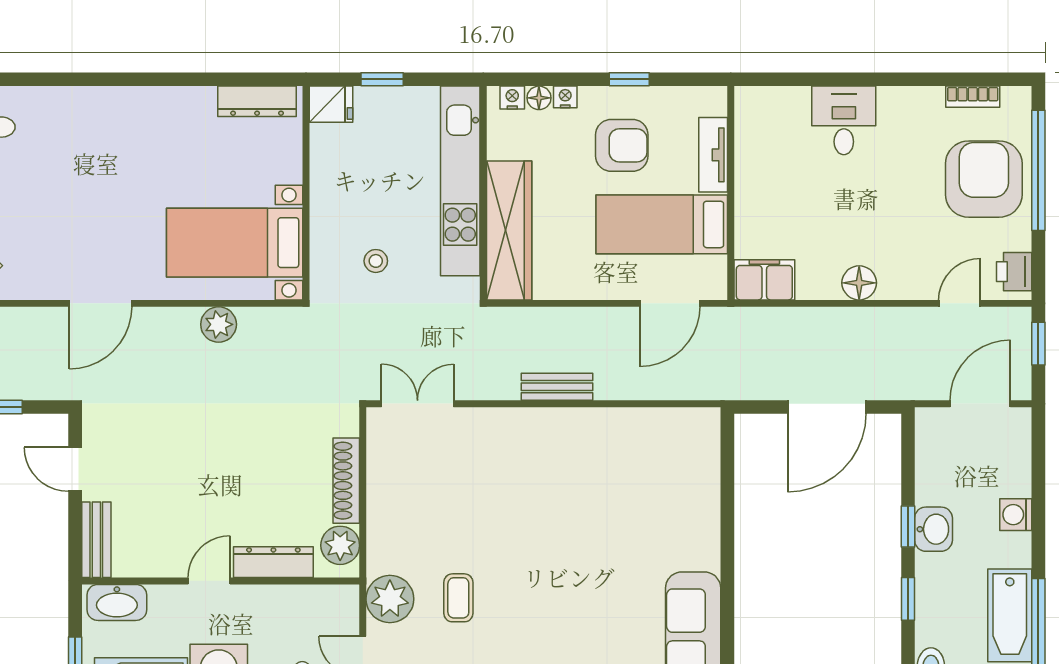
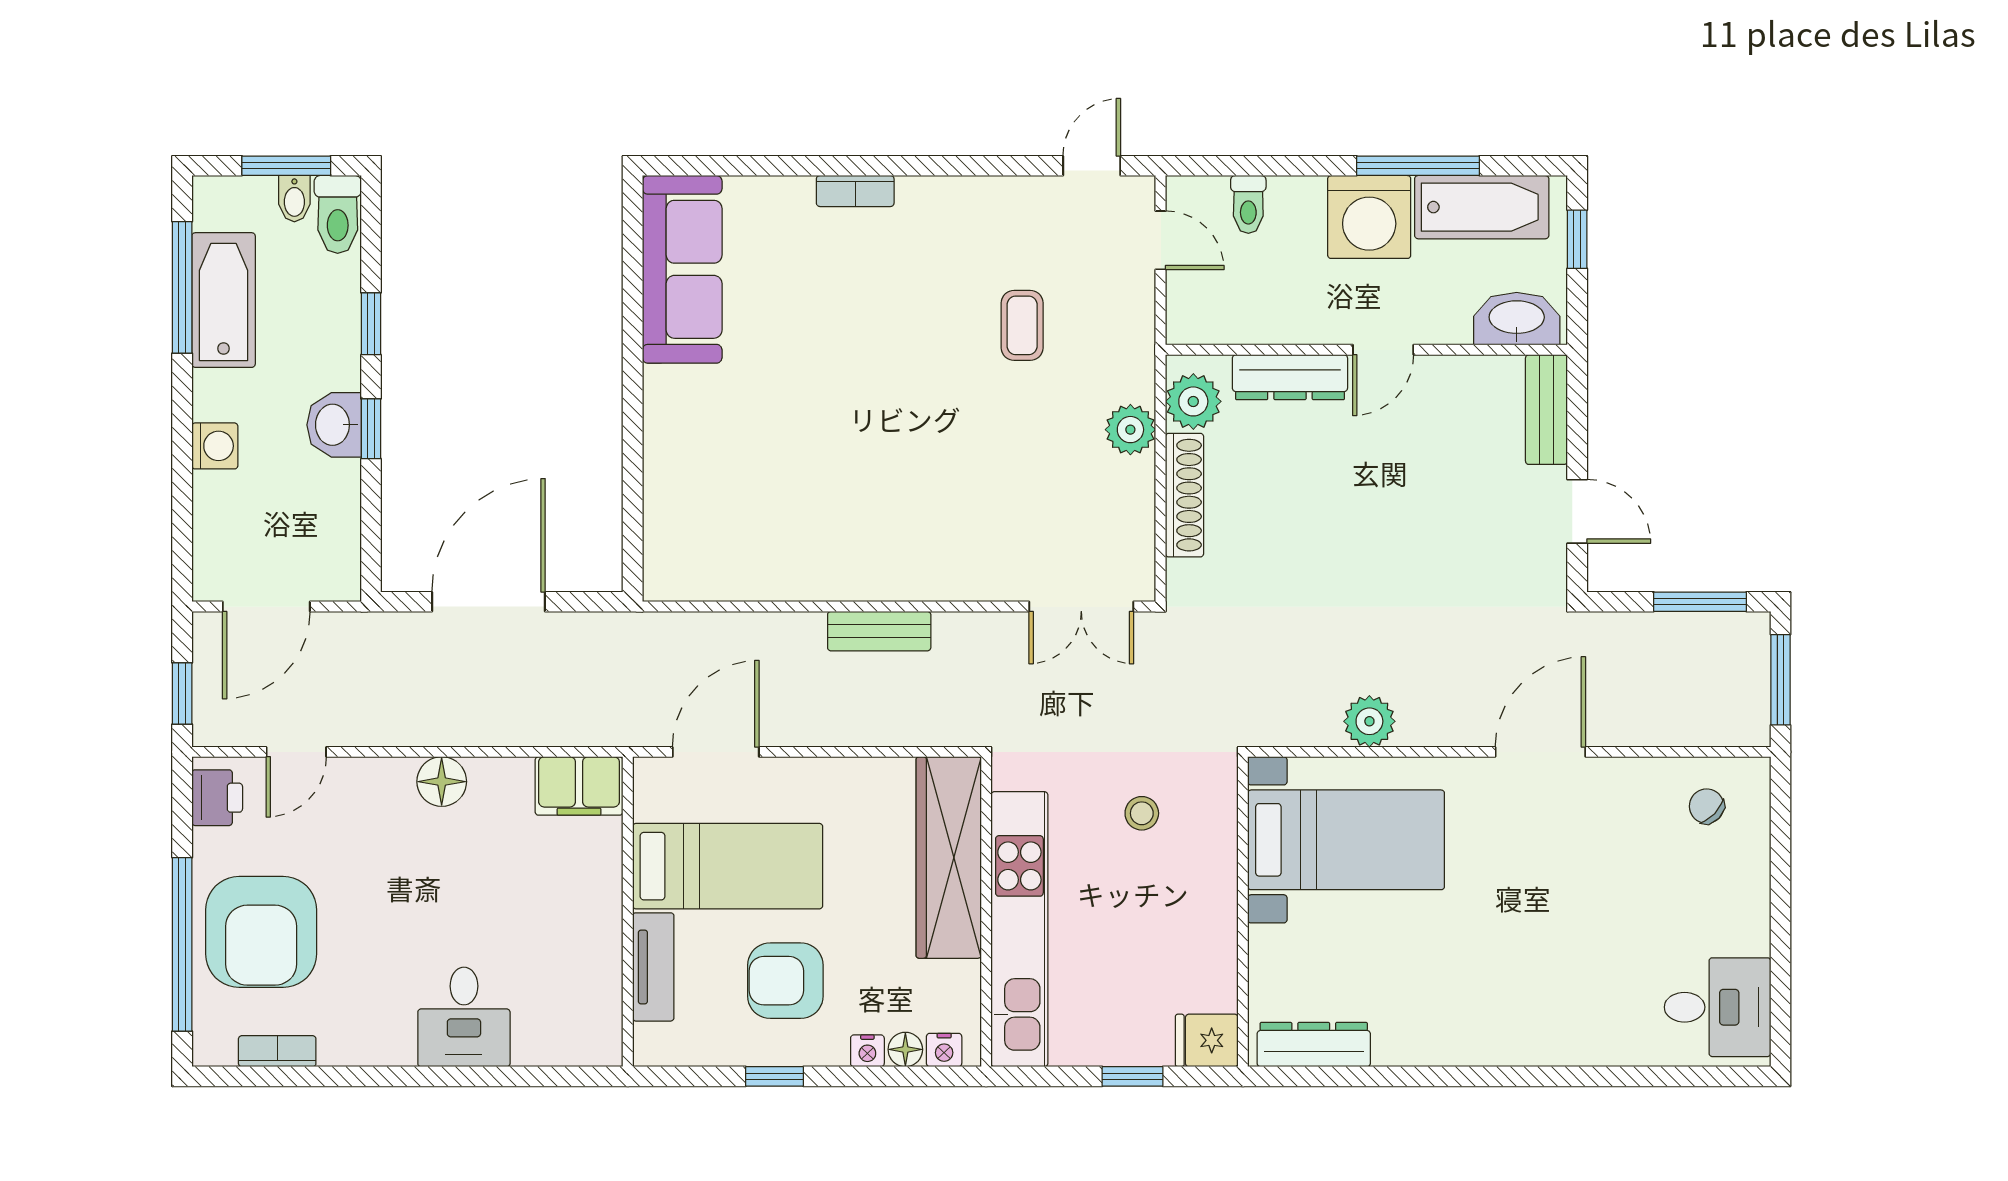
plant: (390, 599) -> (1130, 430), moved, width x0.73, depth x0.73

